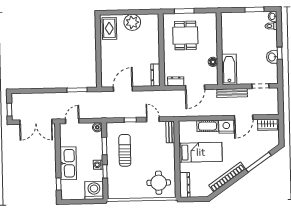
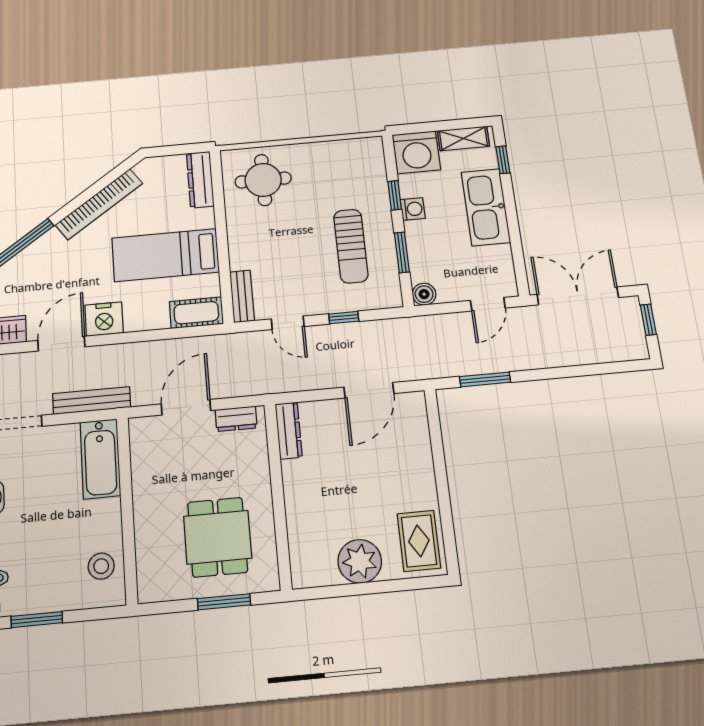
stool: (230, 28) -> (101, 566), added
floor lamp: (213, 62) -> (143, 474), removed
cot: (207, 126) -> (196, 313), moved
shelving: (74, 195) -> (463, 138), added

